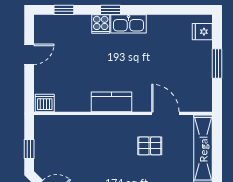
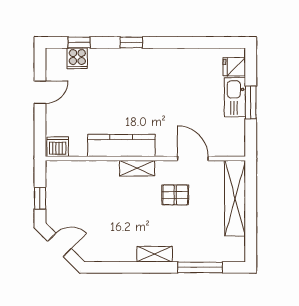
cooker: (101, 24) -> (77, 58), moved
kitchen sink: (129, 24) -> (235, 97), moved, turned 90
kitchen counter: (112, 102) -> (121, 145), width x1.50
shelving: (116, 122) -> (137, 168), added

